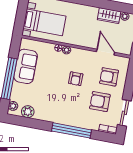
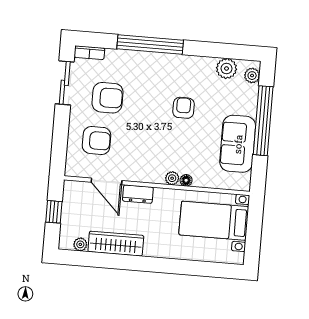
wardrobe: (109, 16) -> (116, 244), width x1.50
dresser: (88, 43) -> (138, 194), added
armchair: (76, 79) -> (184, 108), moved

